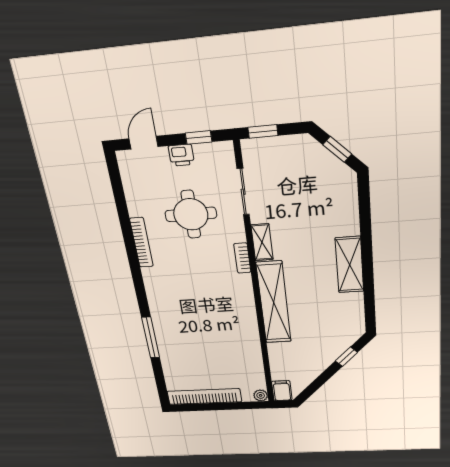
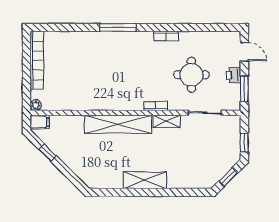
window: (263, 131) -> (244, 143), moved
window: (199, 137) -> (244, 89), width x1.50
bookcase: (141, 243) -> (166, 36), width x0.64
window: (151, 337) -> (118, 27), moved
window: (346, 357) -> (48, 153), moved

